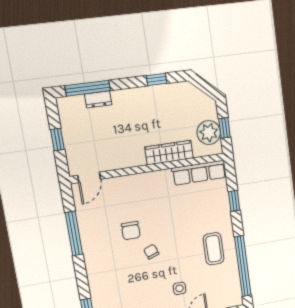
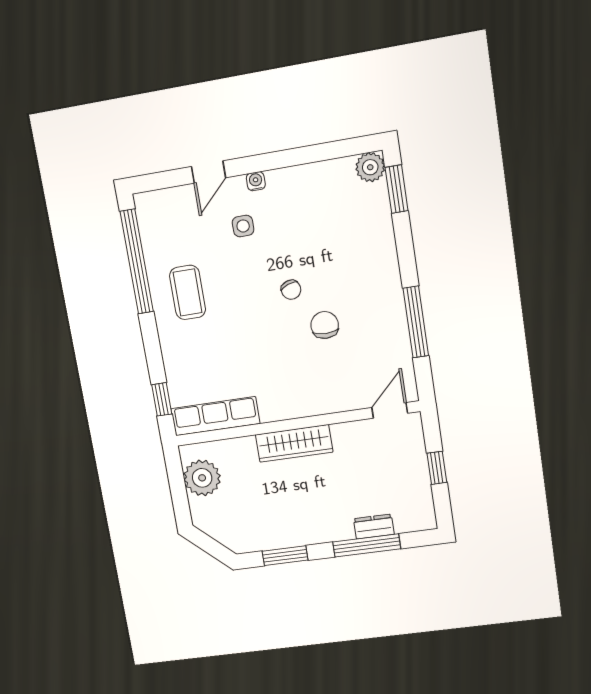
window: (157, 79) -> (285, 556), width x1.50
window: (88, 88) -> (367, 545), moved
window: (224, 128) -> (177, 485), removed
wardrobe: (169, 153) -> (294, 443), moved
window: (234, 201) -> (162, 399), moved

